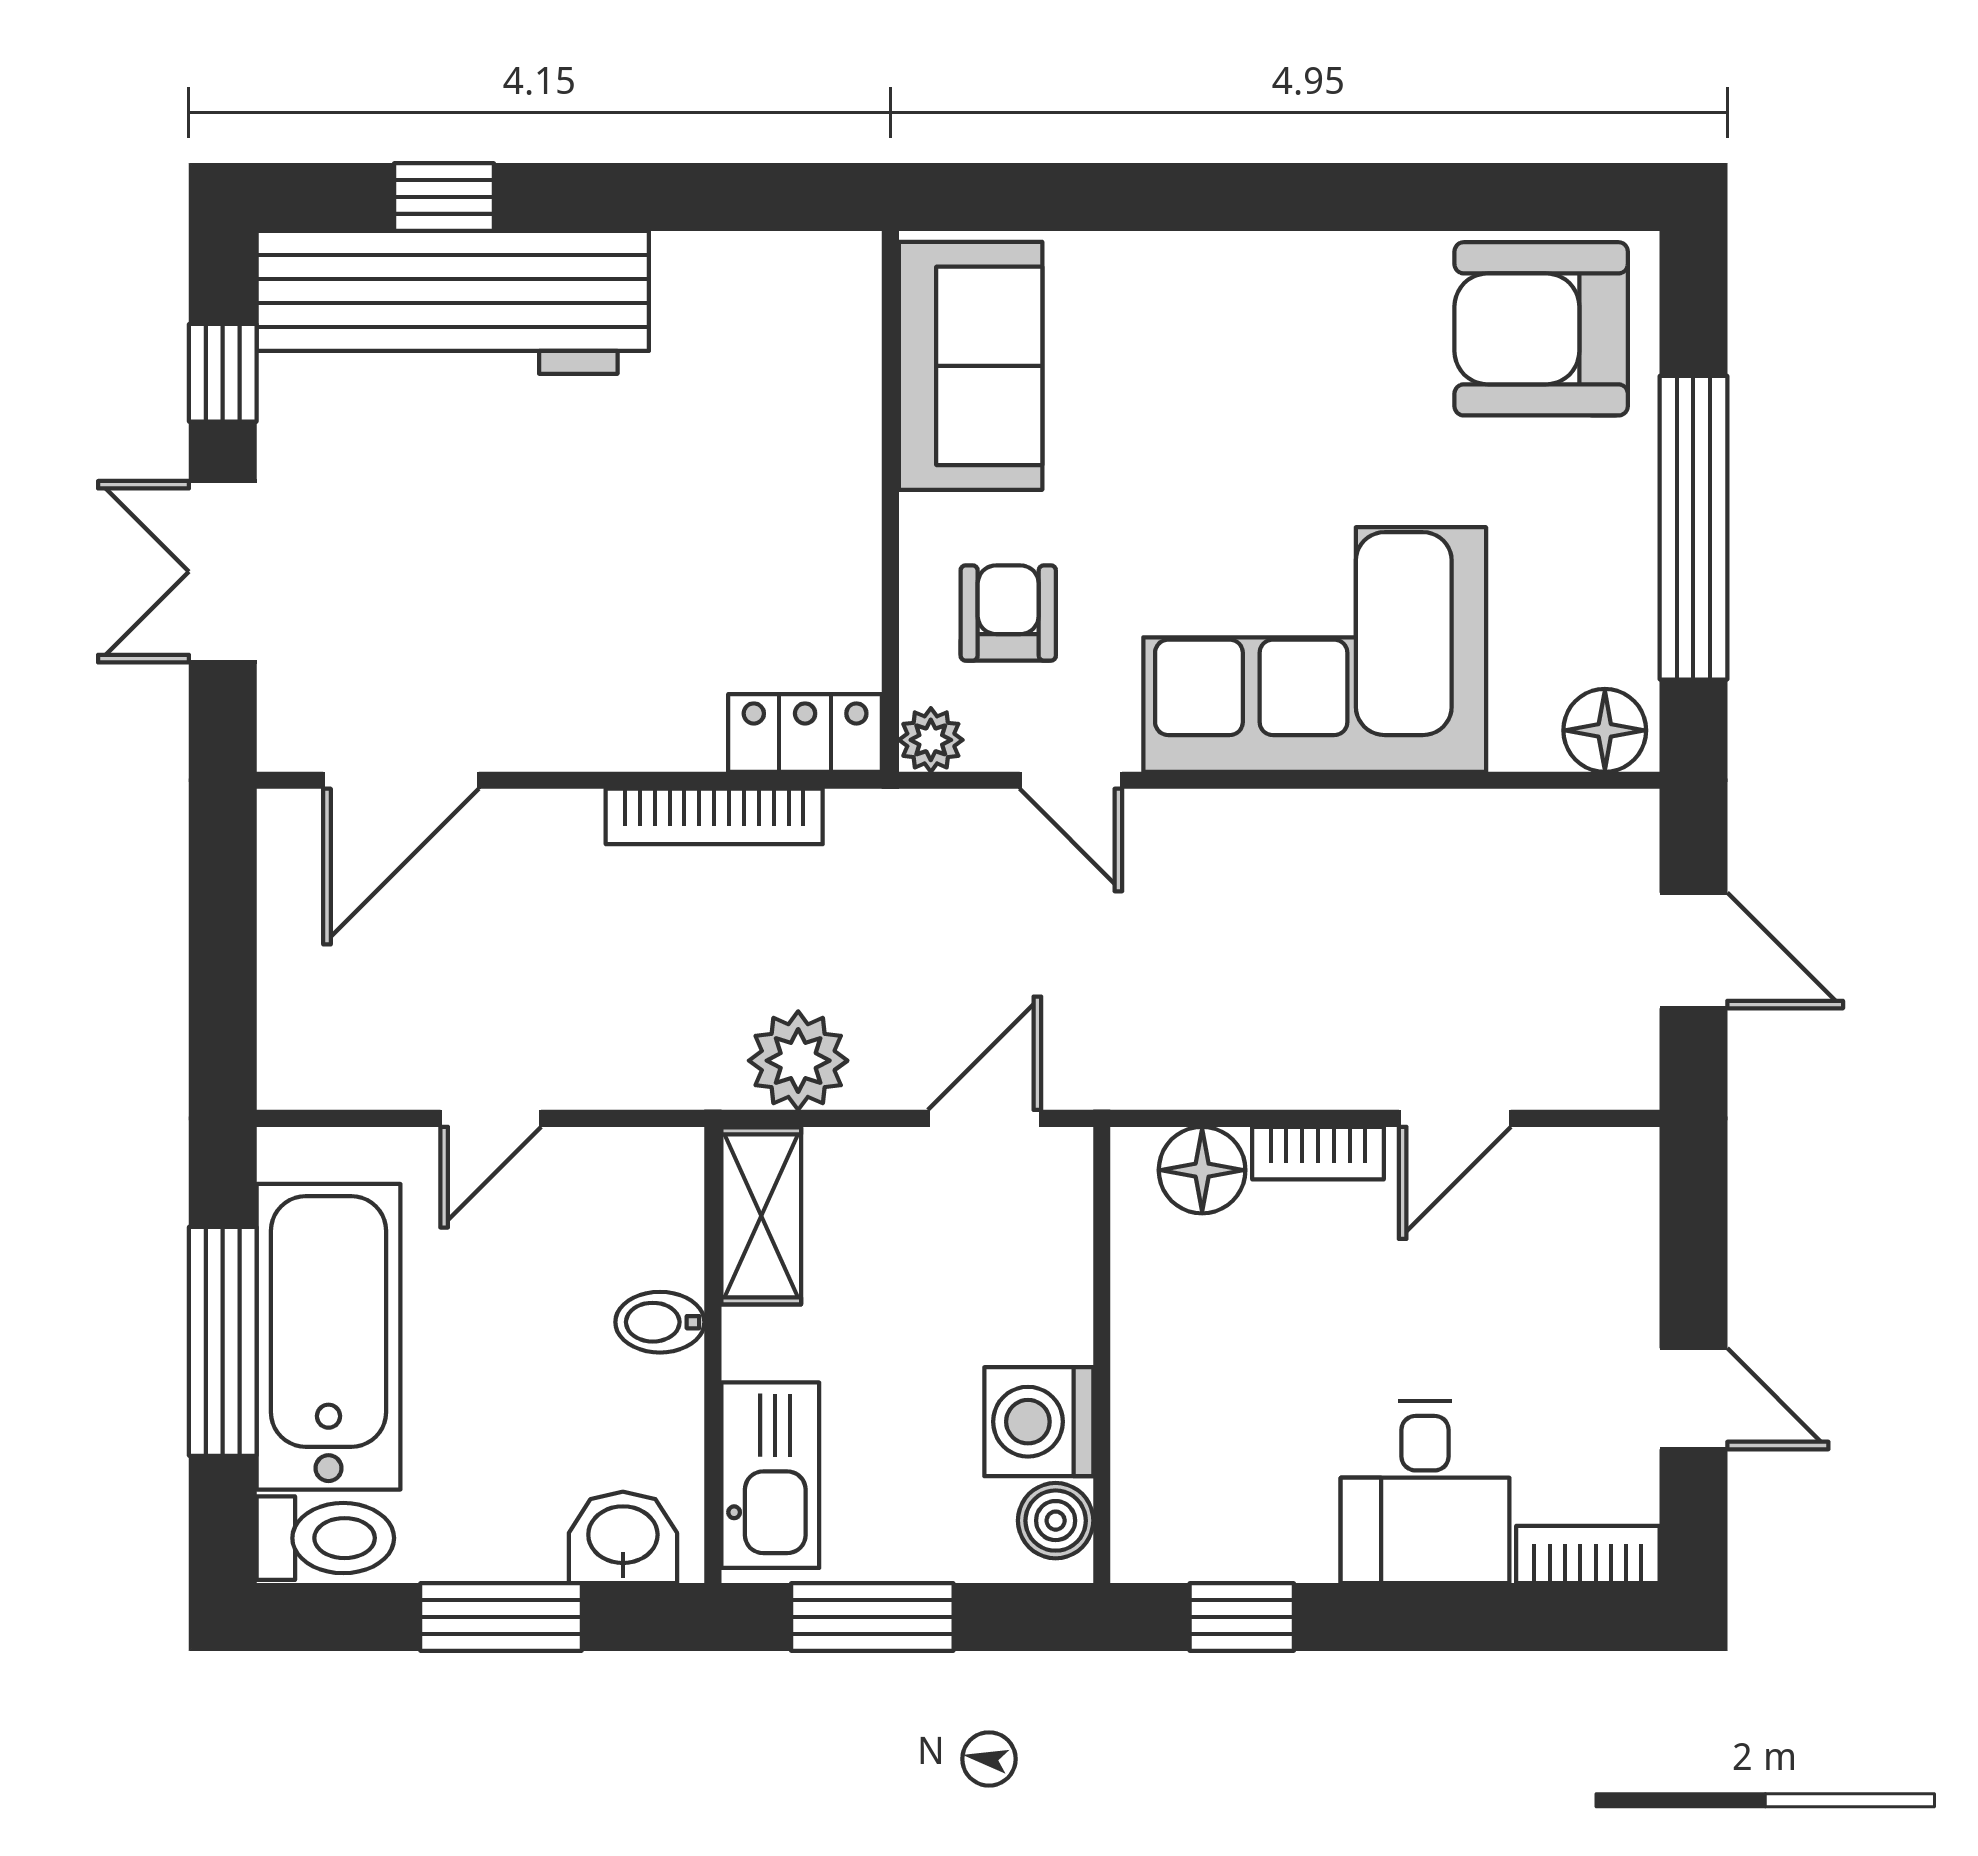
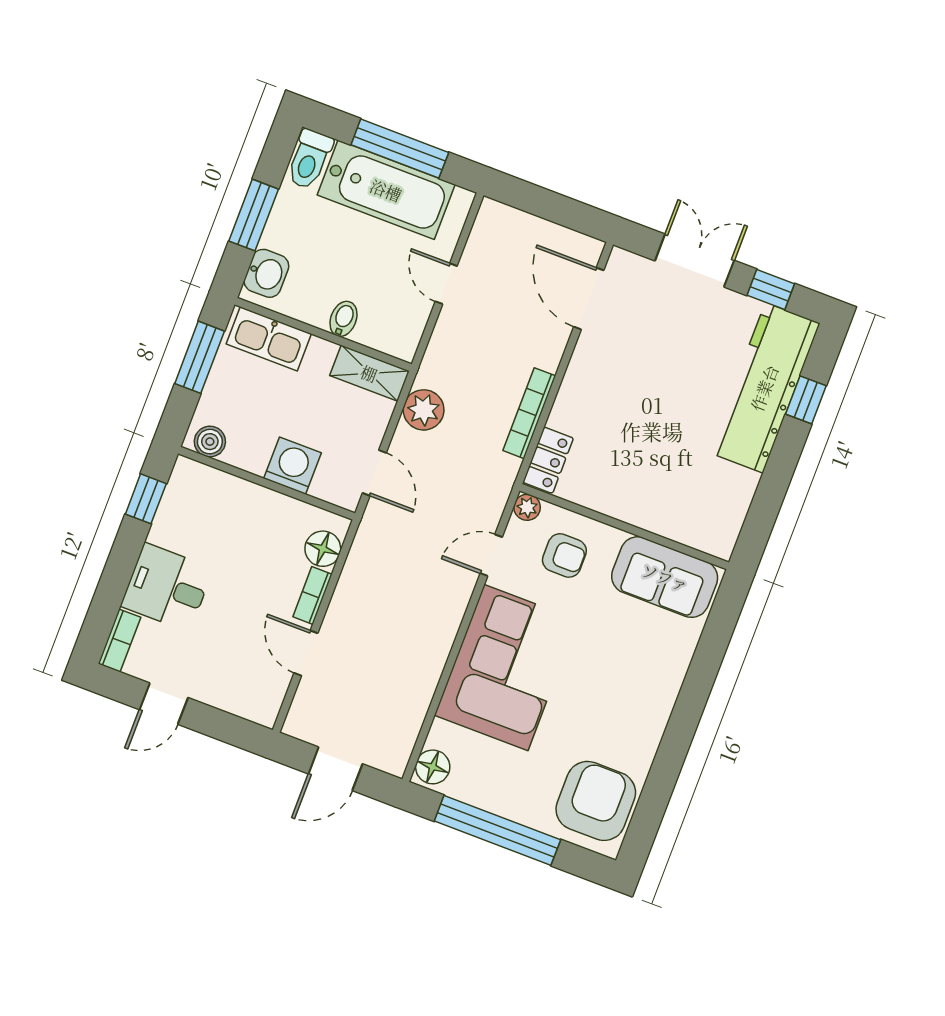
washing machine: (1039, 1422) -> (292, 466), moved

